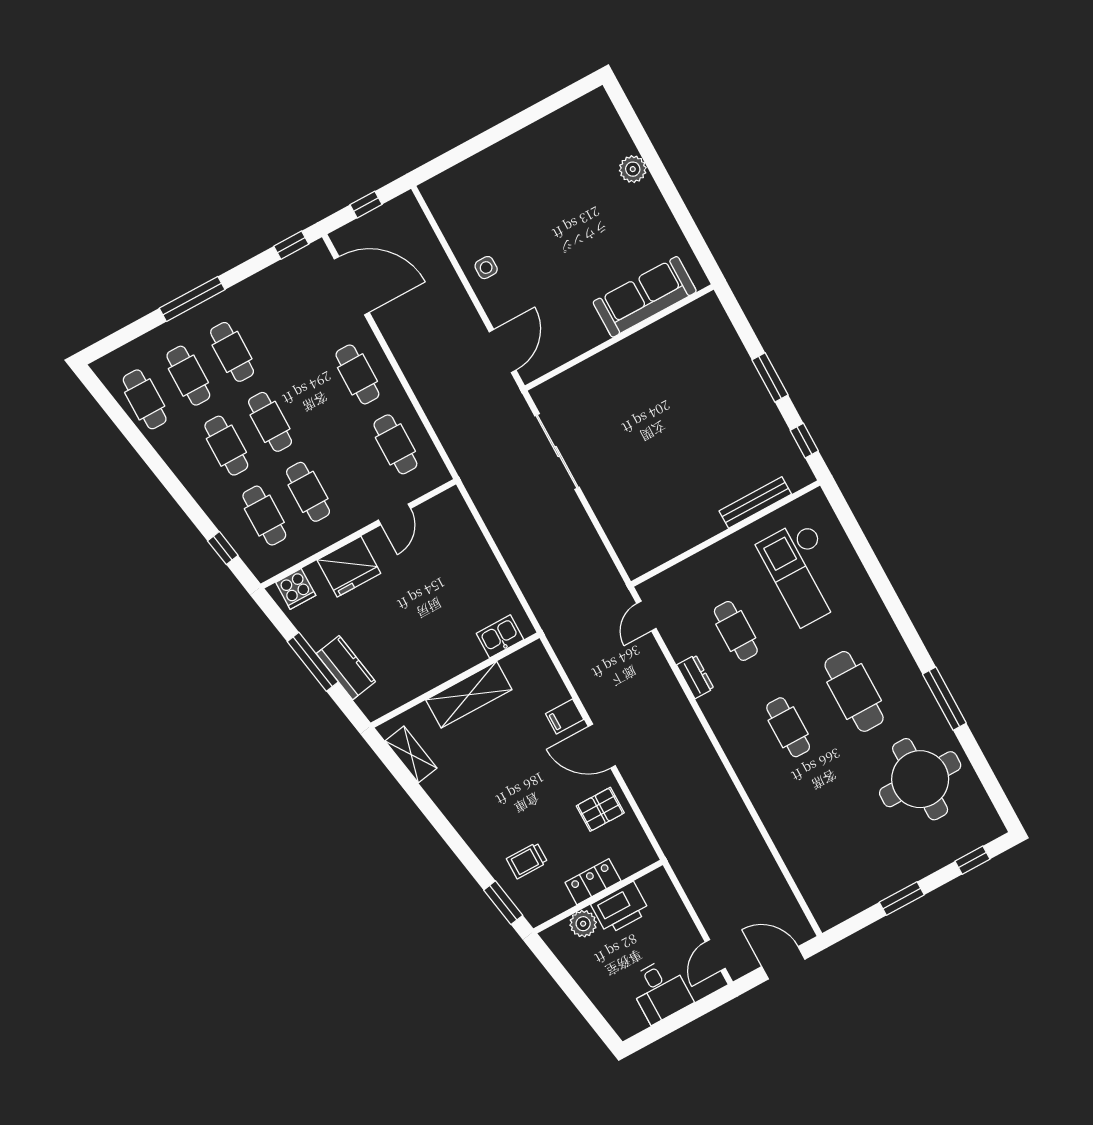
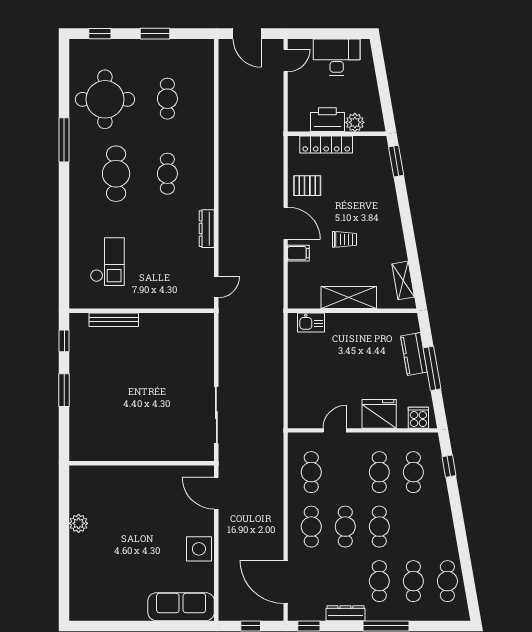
plant: (633, 169) -> (79, 523), moved
side table: (486, 268) -> (199, 549), width x1.87, depth x1.87
dresser: (253, 287) -> (345, 613), added
sofa: (645, 297) -> (181, 607), moved, turned 180
door: (503, 351) -> (216, 493), hinge flipped
cafe table: (226, 446) -> (345, 527), moved
checkout: (804, 572) -> (107, 262), width x0.73, depth x0.83
cafe table: (736, 631) -> (167, 99), moved
dresser: (695, 677) -> (207, 229), width x1.44
trolley: (527, 861) -> (345, 239), moved
locker: (593, 882) -> (326, 145), width x1.53
desk: (660, 991) -> (337, 57), width x1.37

